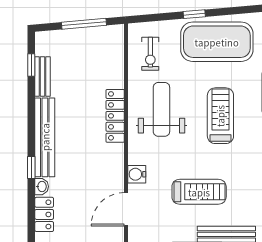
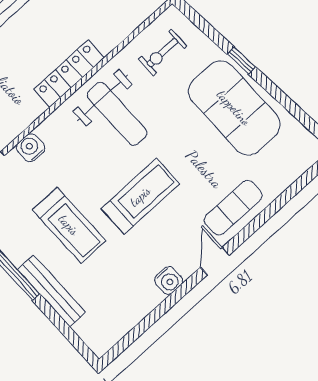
weight bench: (161, 109) -> (117, 114), turned 90
treadmill: (220, 116) -> (140, 196), moved

